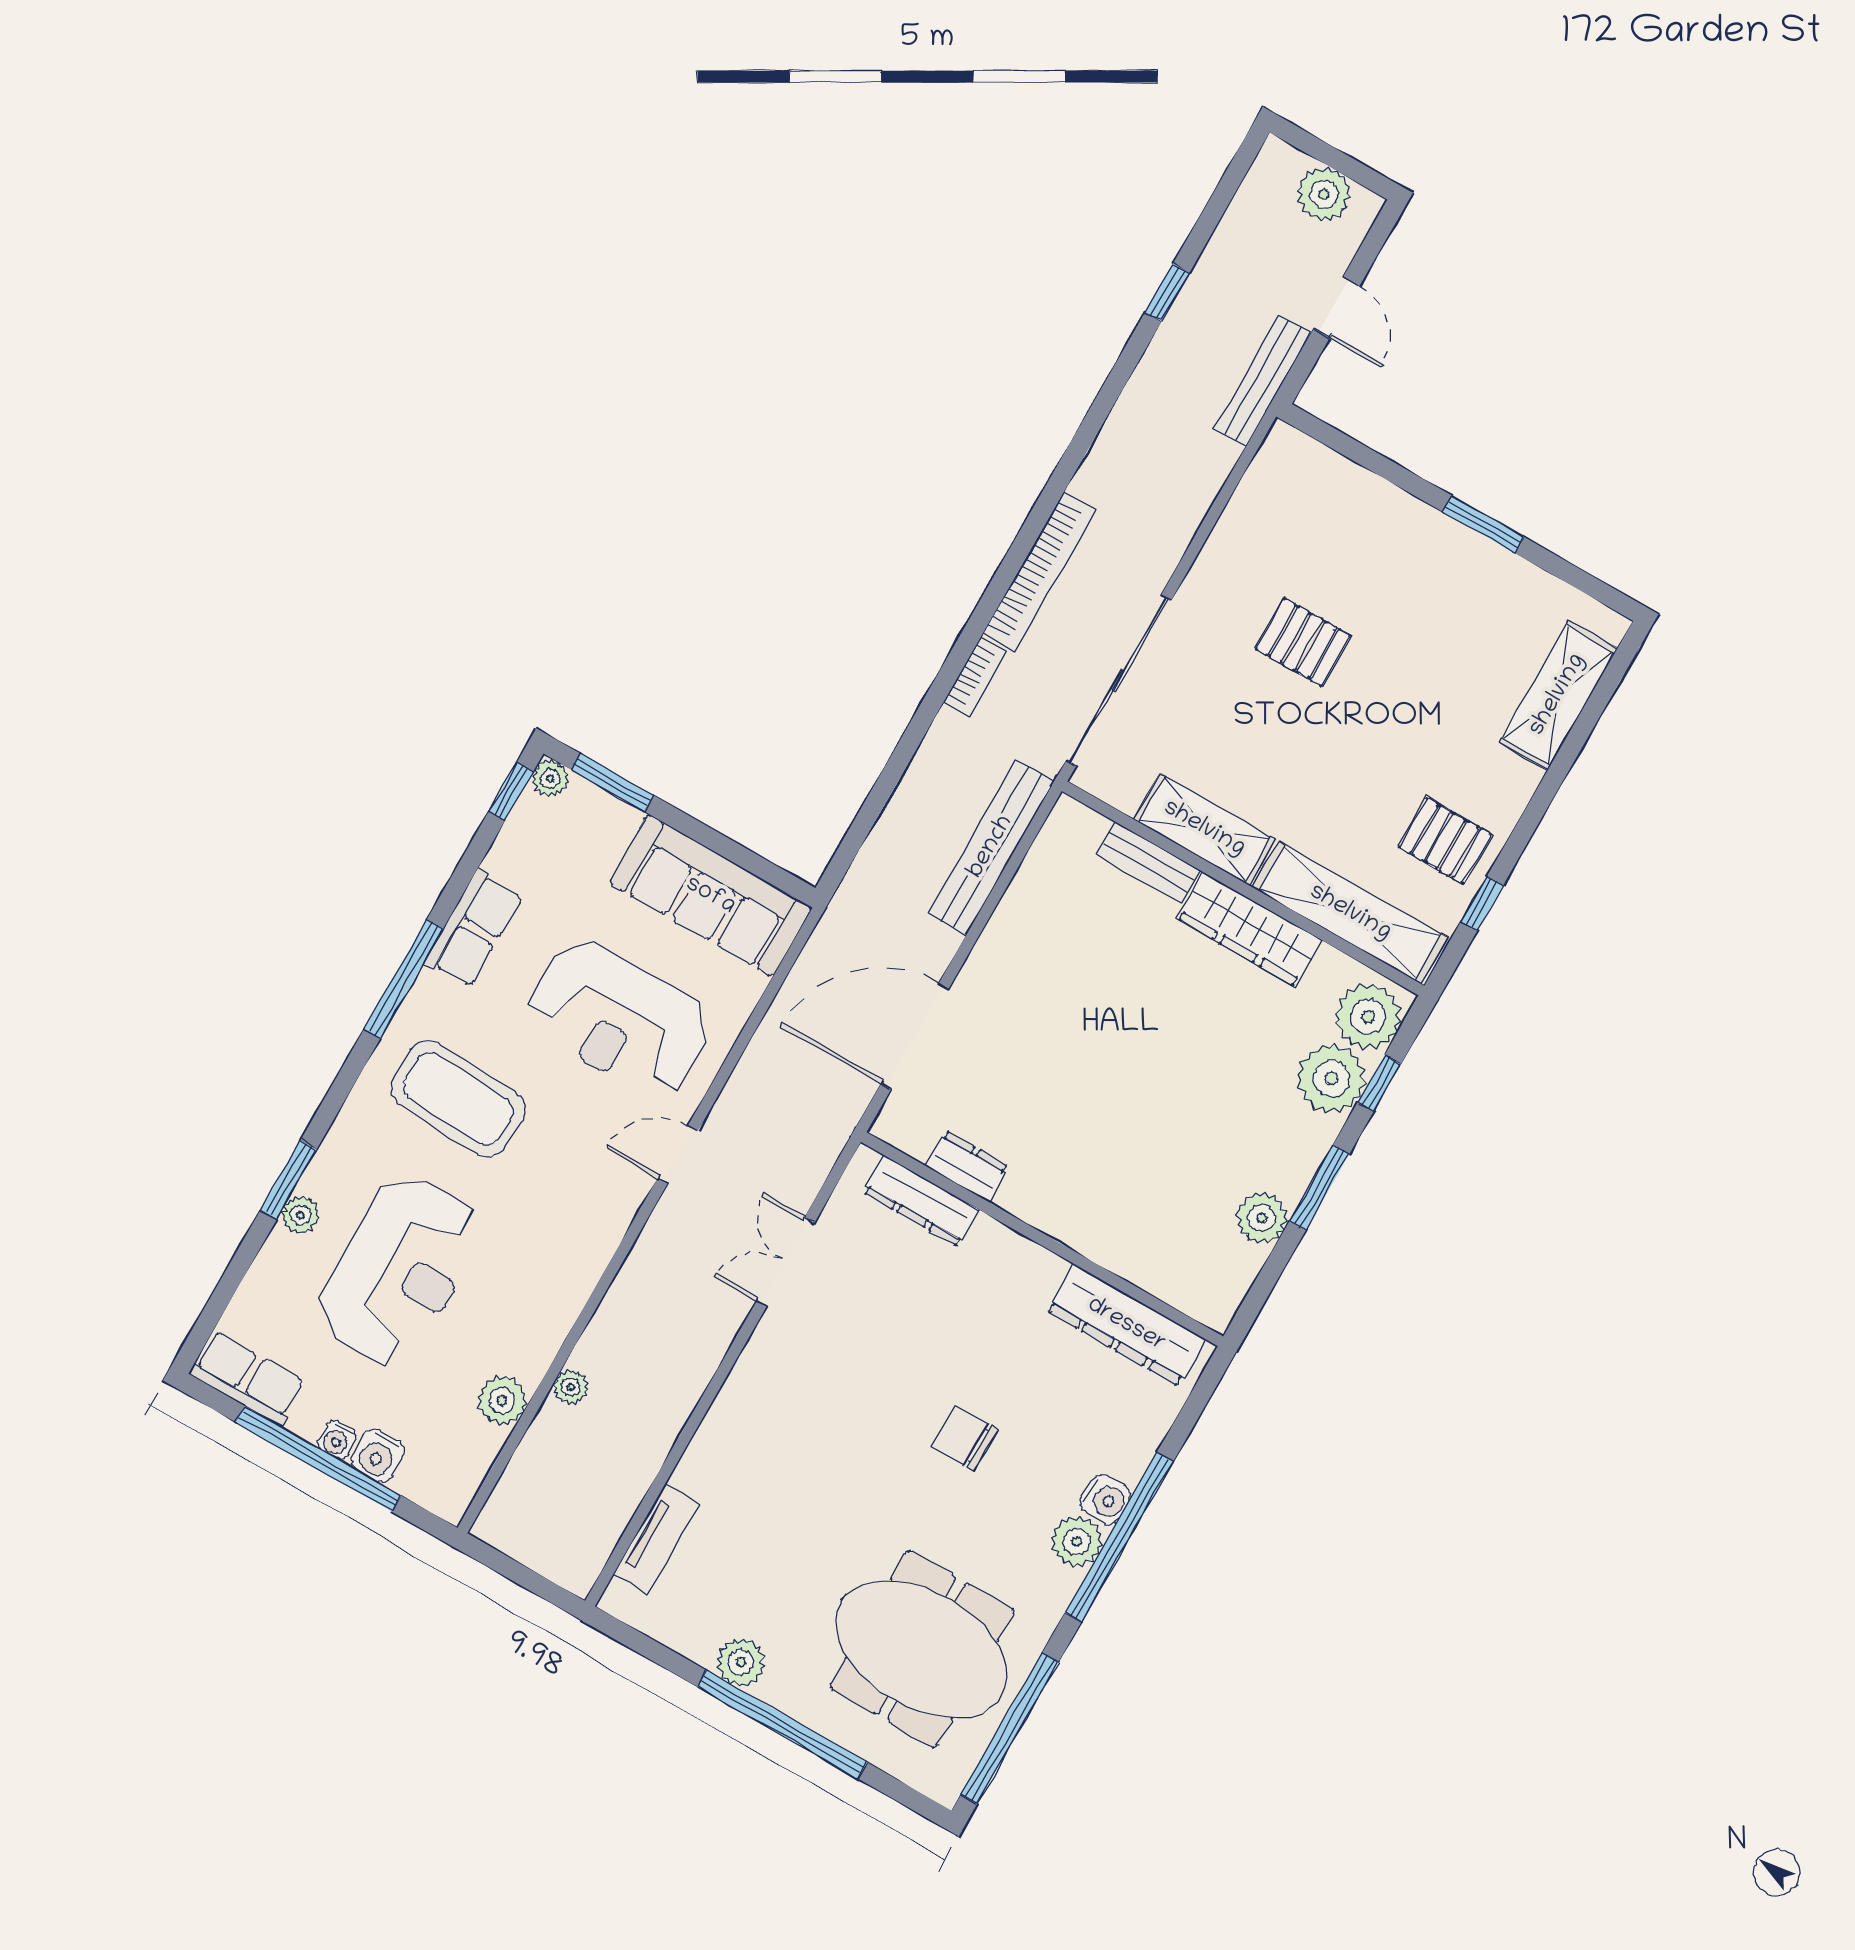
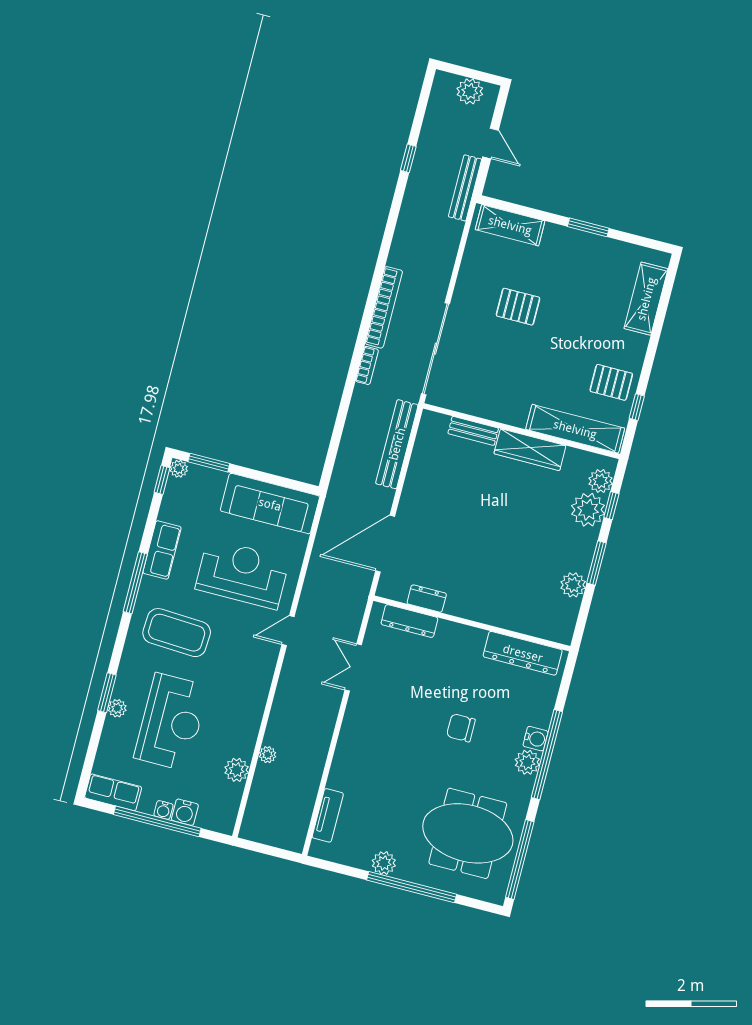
shelving: (1204, 829) -> (510, 225), moved
plant: (1368, 1017) -> (601, 481), width x0.73, depth x0.73
reception desk: (619, 1019) -> (242, 574), turned 180

